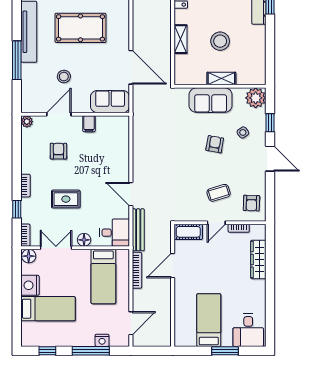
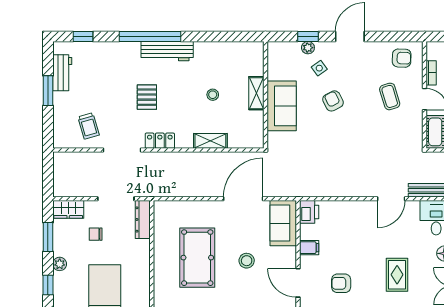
stool: (220, 41) -> (213, 95), width x0.53, depth x0.53
stool: (64, 77) -> (247, 261), moved
plant: (256, 98) -> (308, 48), moved, width x0.53, depth x0.53
printer: (120, 124) -> (309, 212), added
armchair: (215, 144) -> (333, 101), turned 53

